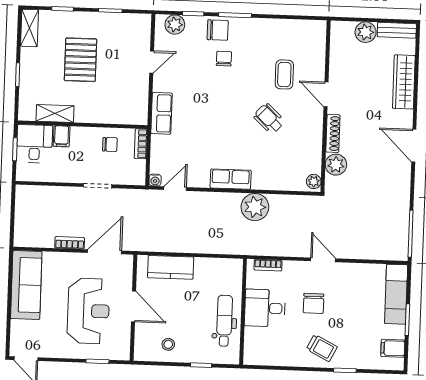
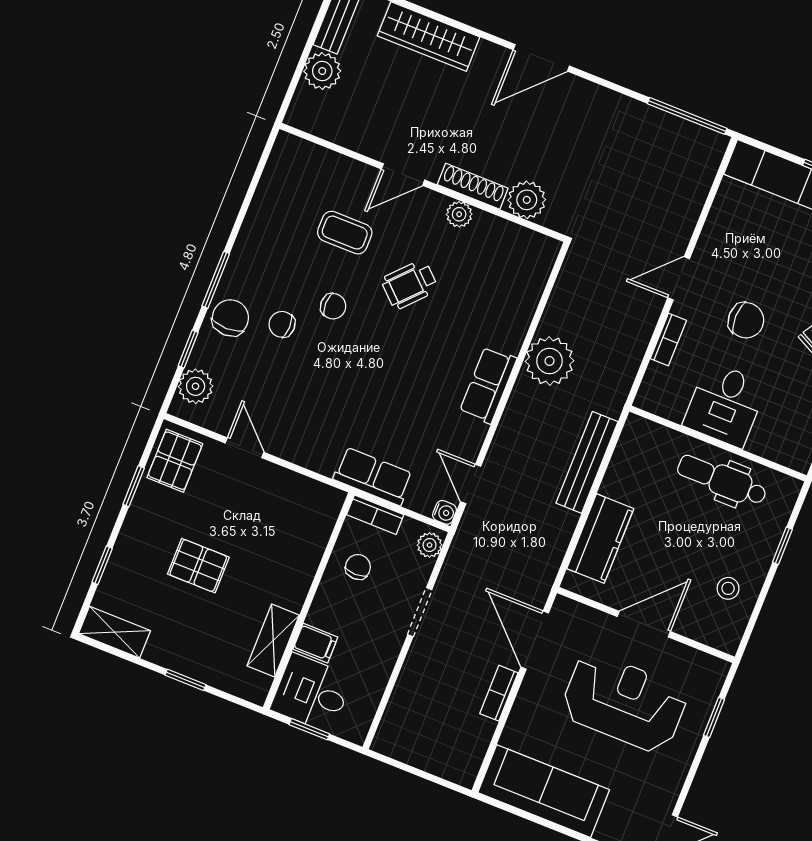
pallet: (132, 28) -> (175, 461), added
pallet: (81, 60) -> (198, 566), width x0.67, depth x0.71
chair: (243, 82) -> (333, 306), added
row of seats: (161, 113) -> (373, 476), moved
plant: (135, 178) -> (430, 545), added
plant: (314, 181) -> (459, 214), moved
bench: (208, 246) -> (587, 462), added
bookcase: (268, 265) -> (668, 340), moved

